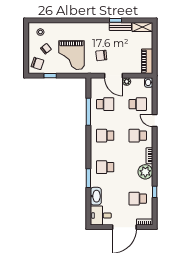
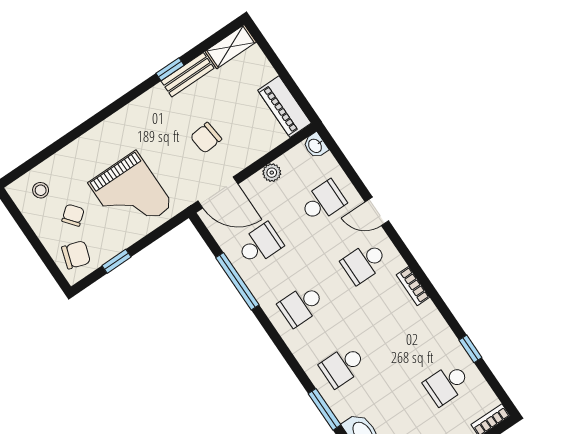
chair: (101, 55) -> (206, 138), moved
door: (114, 76) -> (218, 192), moved
plant: (145, 172) -> (426, 322), removed

